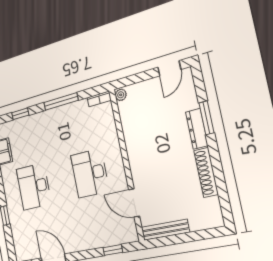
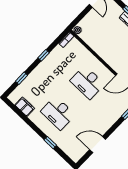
window: (61, 101) -> (44, 55), width x0.46

